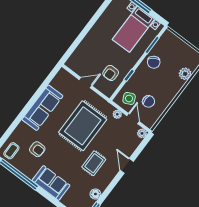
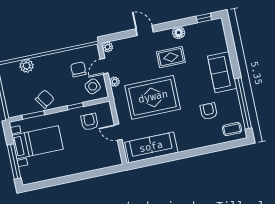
armchair: (111, 73) -> (90, 122), turned -90
sofa: (42, 108) -> (151, 147), moved
door: (127, 166) -> (145, 31), swing flipped
floor lamp: (95, 194) -> (179, 33), moved

